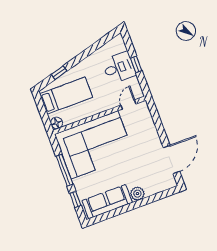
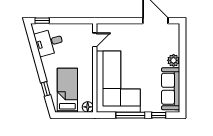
window: (136, 64) -> (42, 21), moved
desk: (119, 68) -> (49, 42), moved, turned -105
door: (128, 105) -> (95, 40), swing flipped

